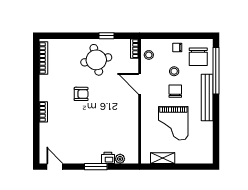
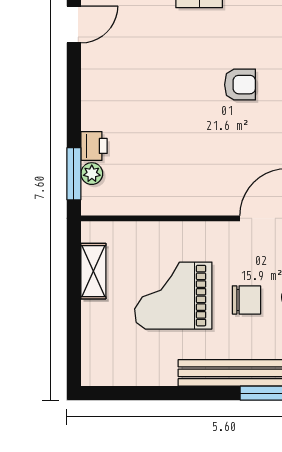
armchair: (81, 94) -> (240, 85), turned -90
window: (96, 167) -> (74, 174), moved

